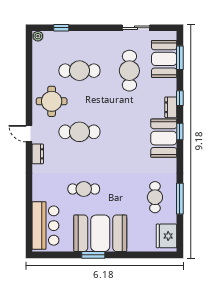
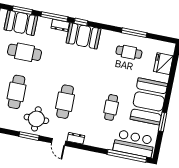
window: (29, 97) -> (29, 136), added
window: (180, 98) -> (54, 17), width x2.17
door: (29, 134) -> (58, 142), hinge flipped
window: (29, 220) -> (127, 156), added
fridge: (167, 236) -> (163, 64), moved, turned 90
window: (93, 255) -> (163, 122), moved

